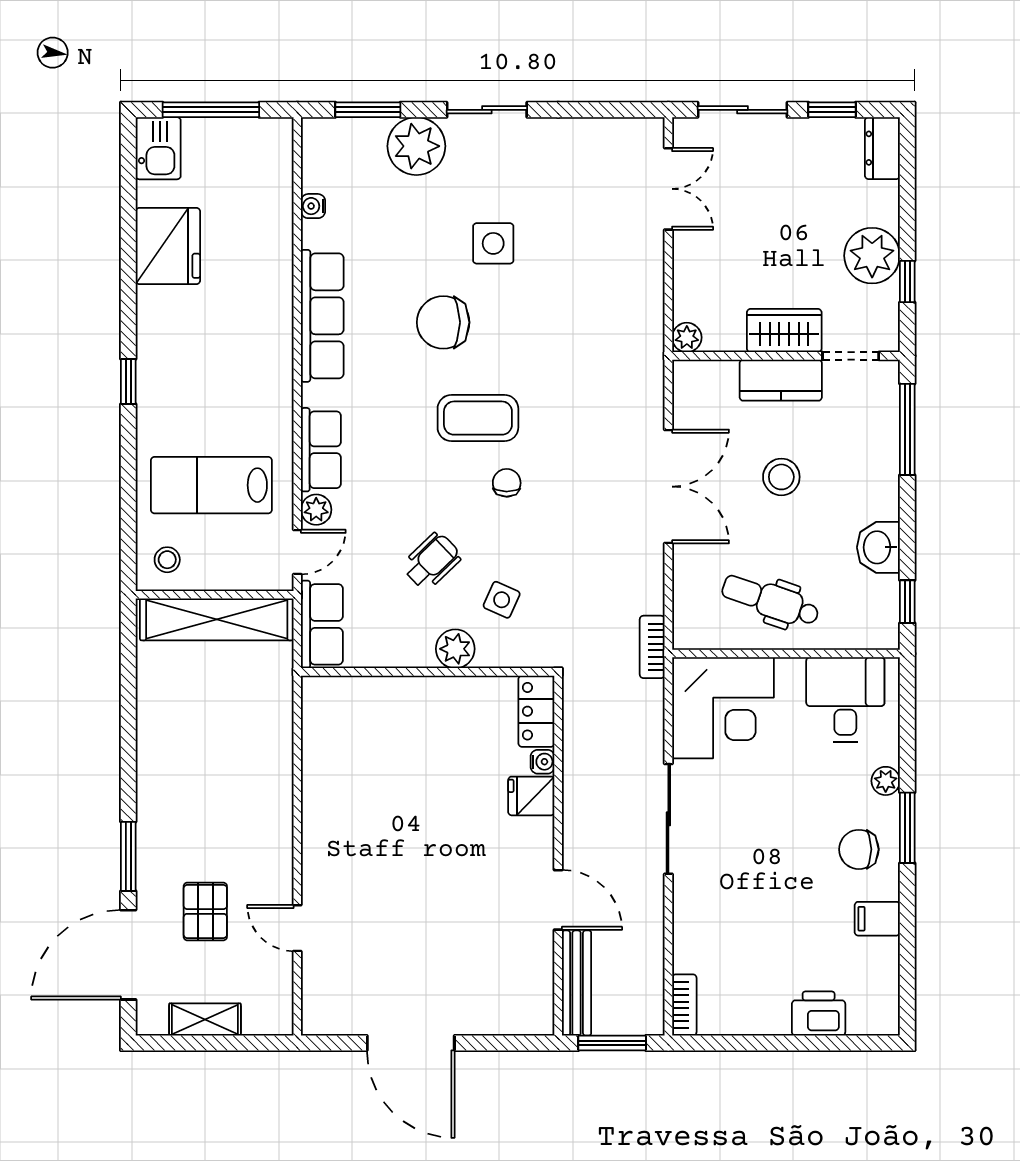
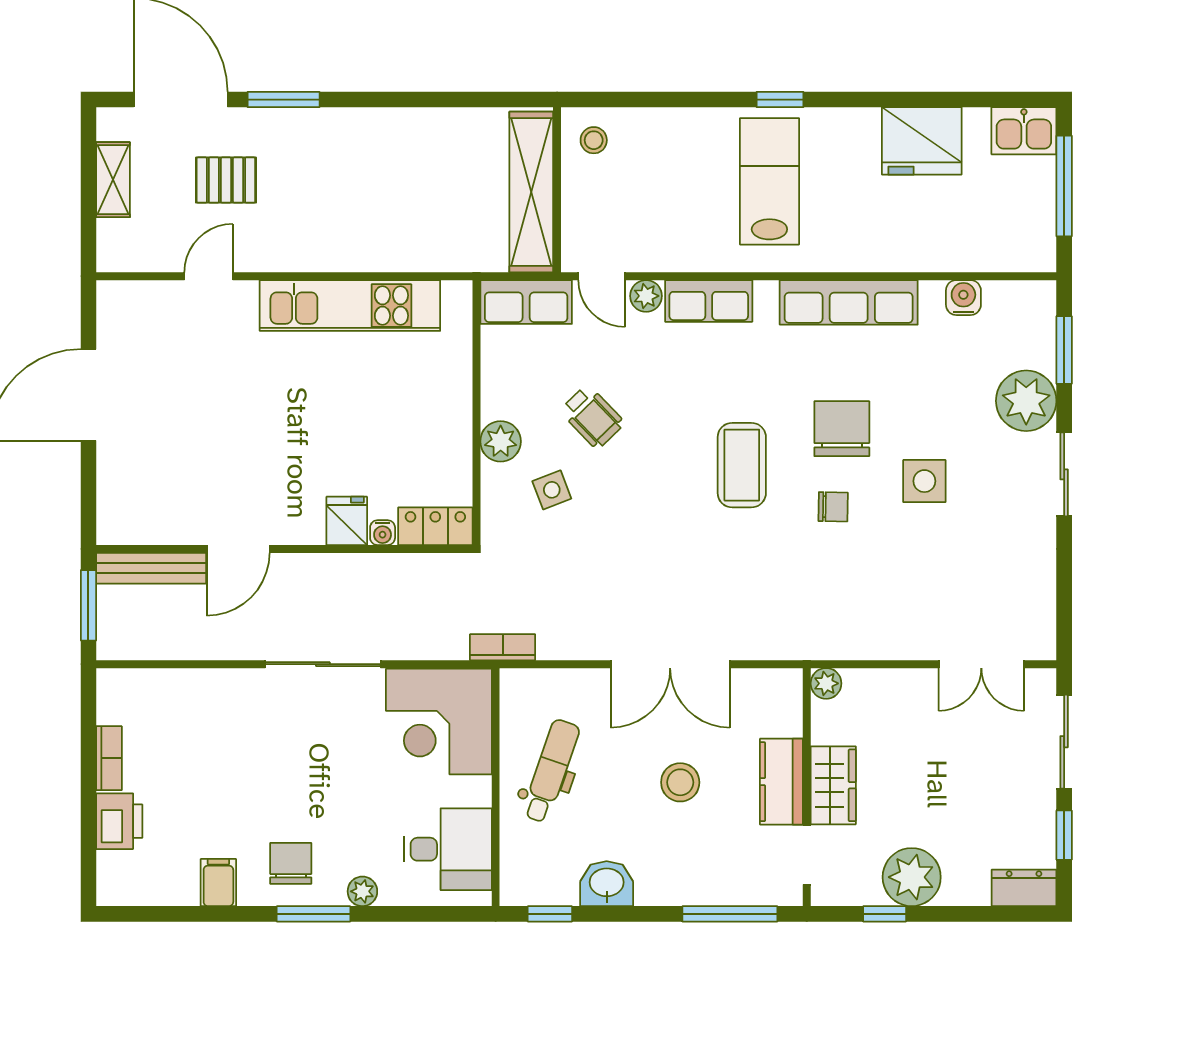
water cooler: (313, 206) -> (963, 298), width x1.38, depth x1.38
chair: (507, 483) -> (833, 507), moved
lab bench: (211, 485) -> (769, 181), moved
side table: (502, 600) -> (552, 490), turned 45
kitchen unit: (325, 793) -> (350, 306), added
bookcase: (684, 1005) -> (109, 758), moved, turned -90

